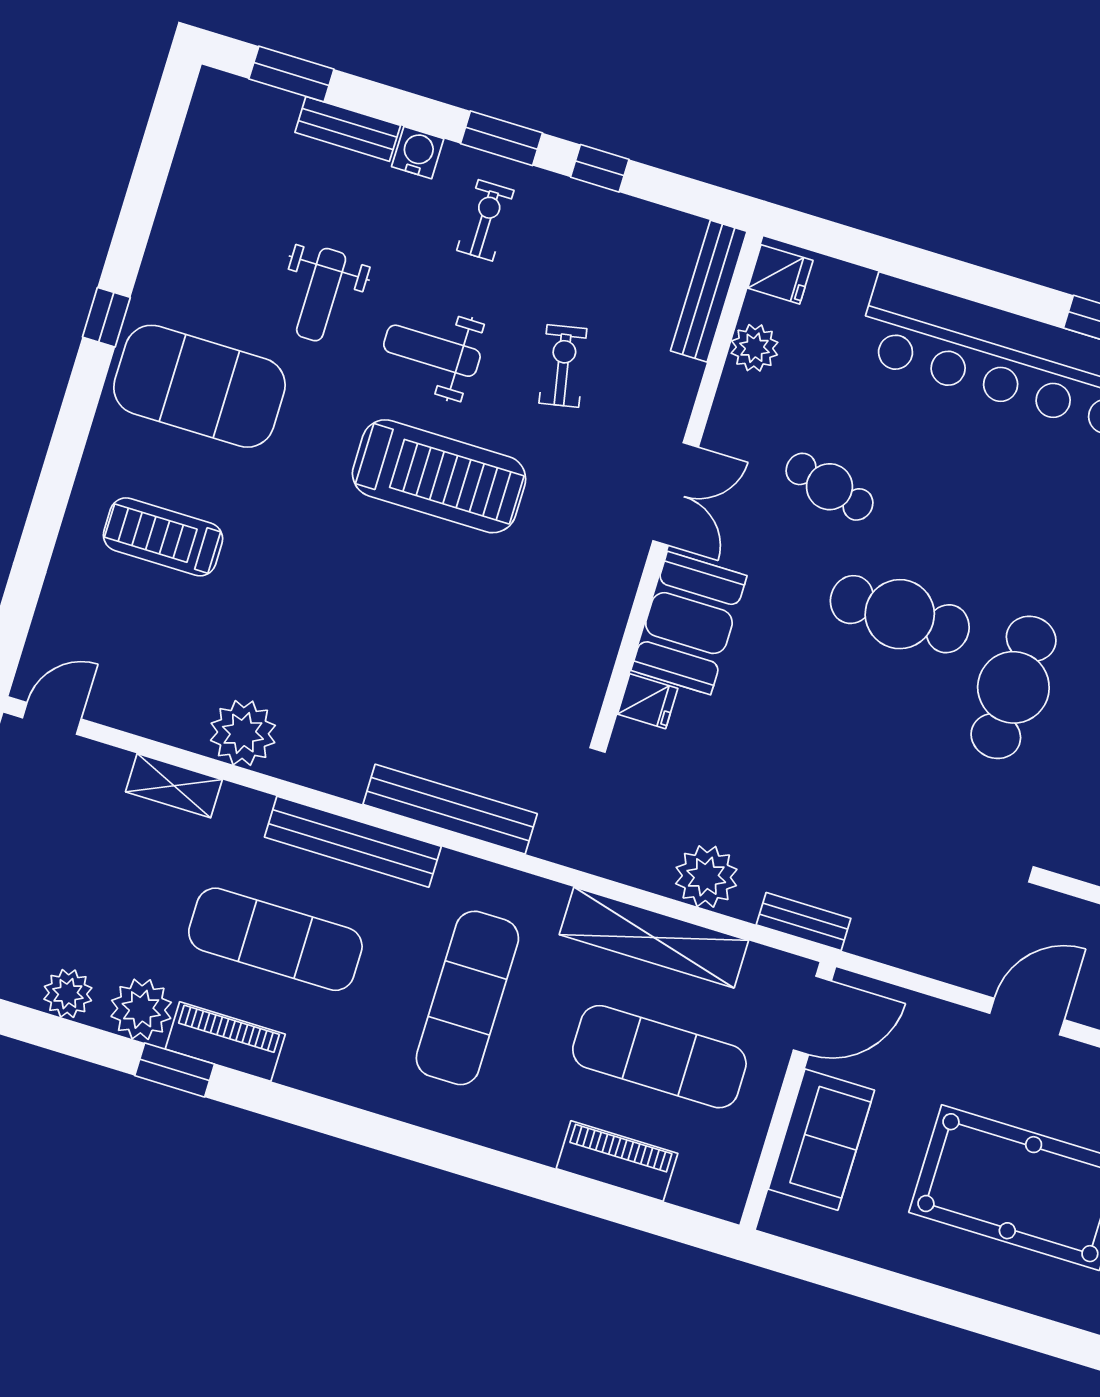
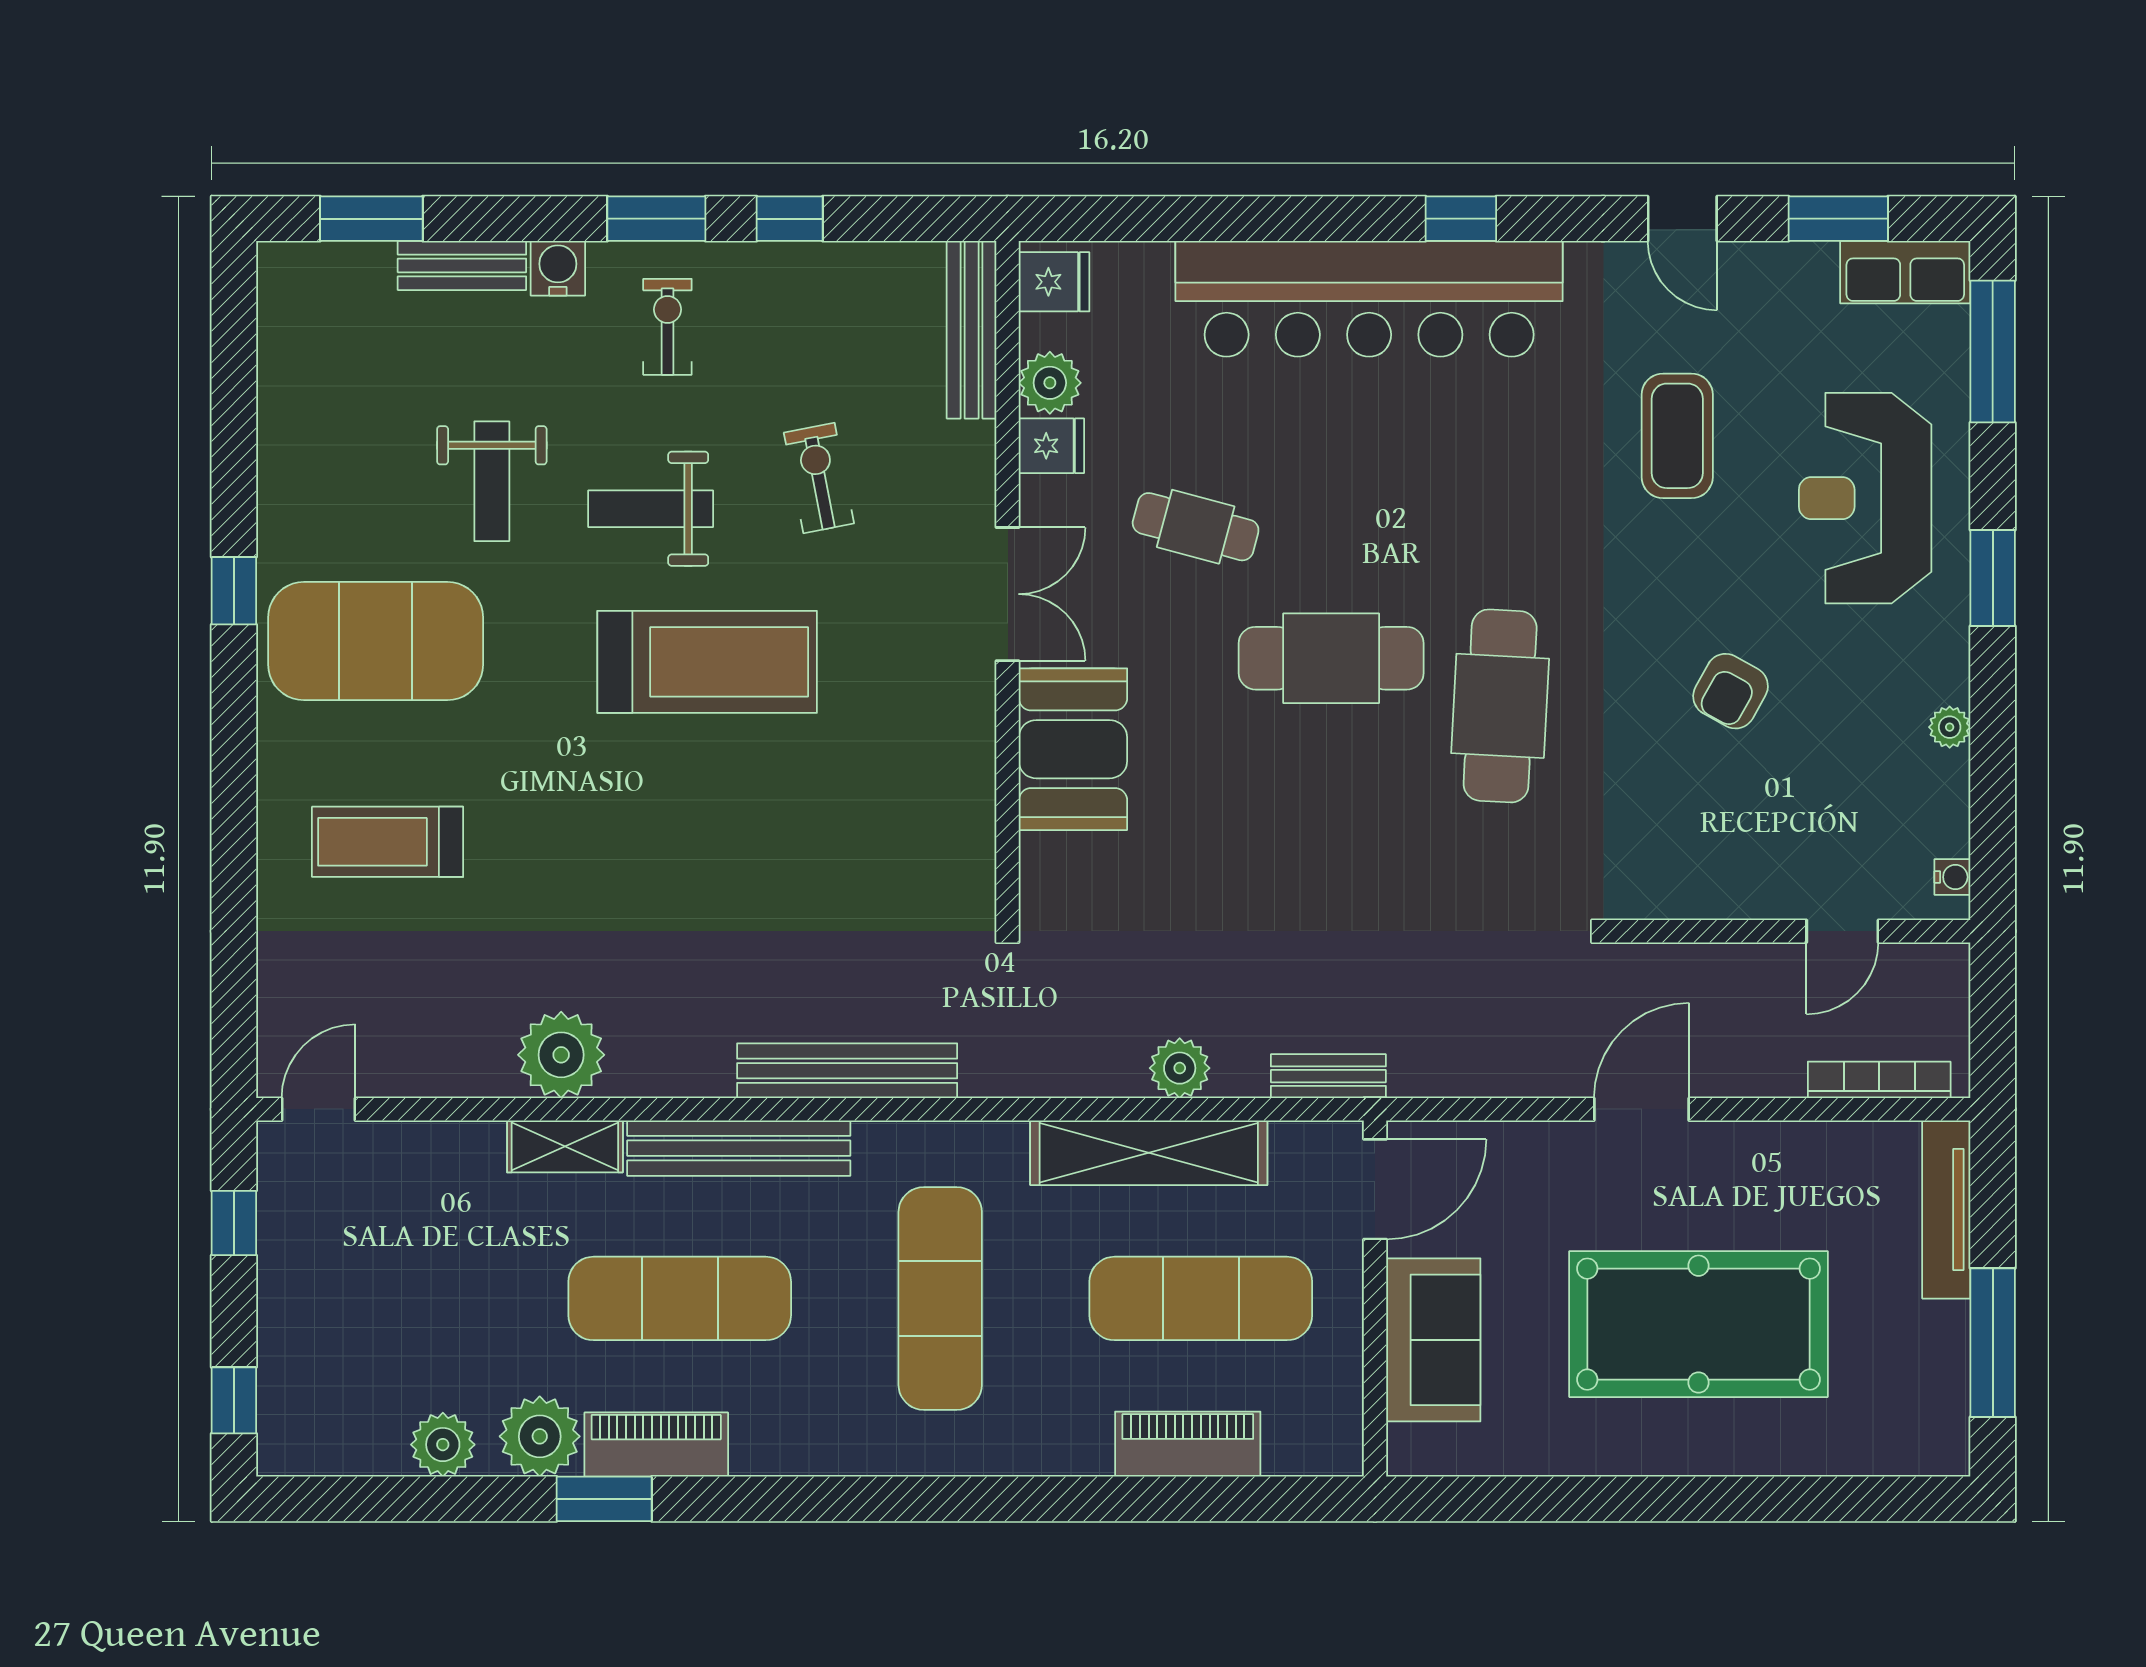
fridge: (648, 701) -> (1051, 446), moved
shelving: (174, 786) -> (565, 1146), moved
plant: (706, 877) -> (1180, 1068), width x0.73, depth x0.73

